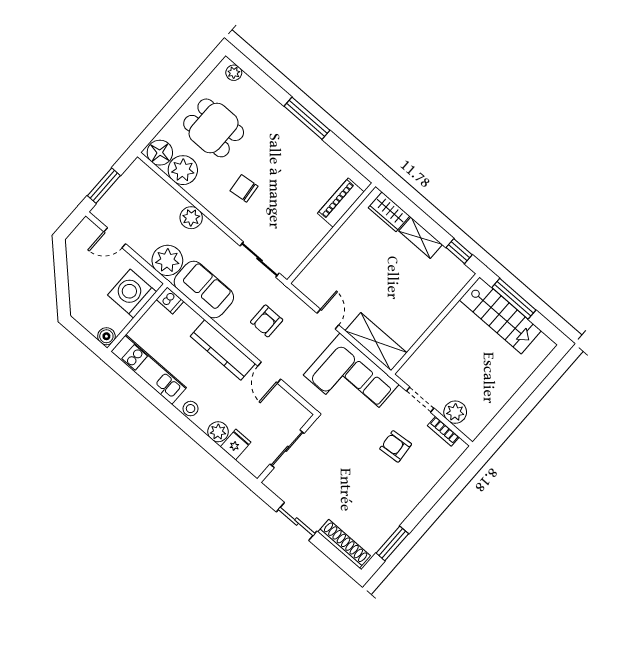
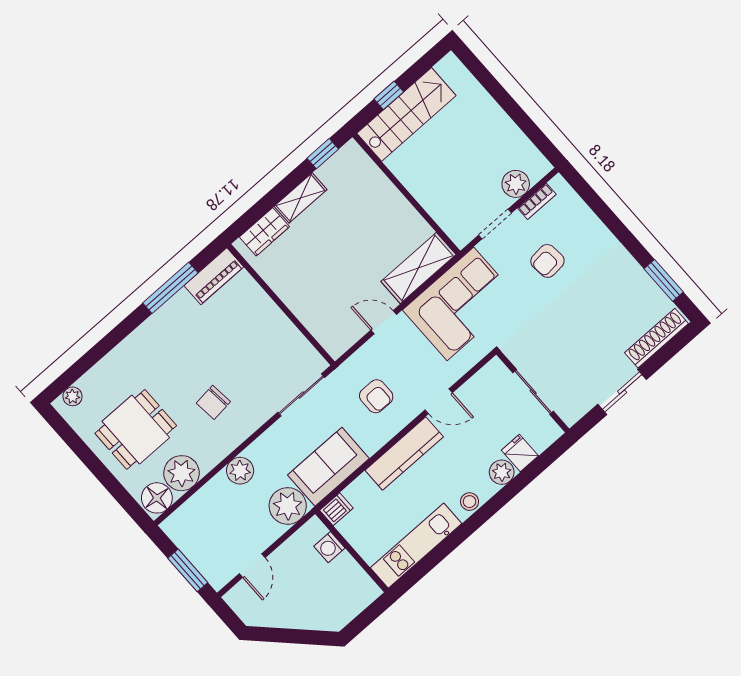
window: (307, 118) -> (170, 288), moved
piano: (341, 203) -> (214, 276), moved, turned -90
washing machine: (132, 294) -> (329, 547), width x0.53, depth x0.53
window: (514, 299) -> (389, 95), width x0.46
boiler: (106, 336) -> (369, 591), removed

